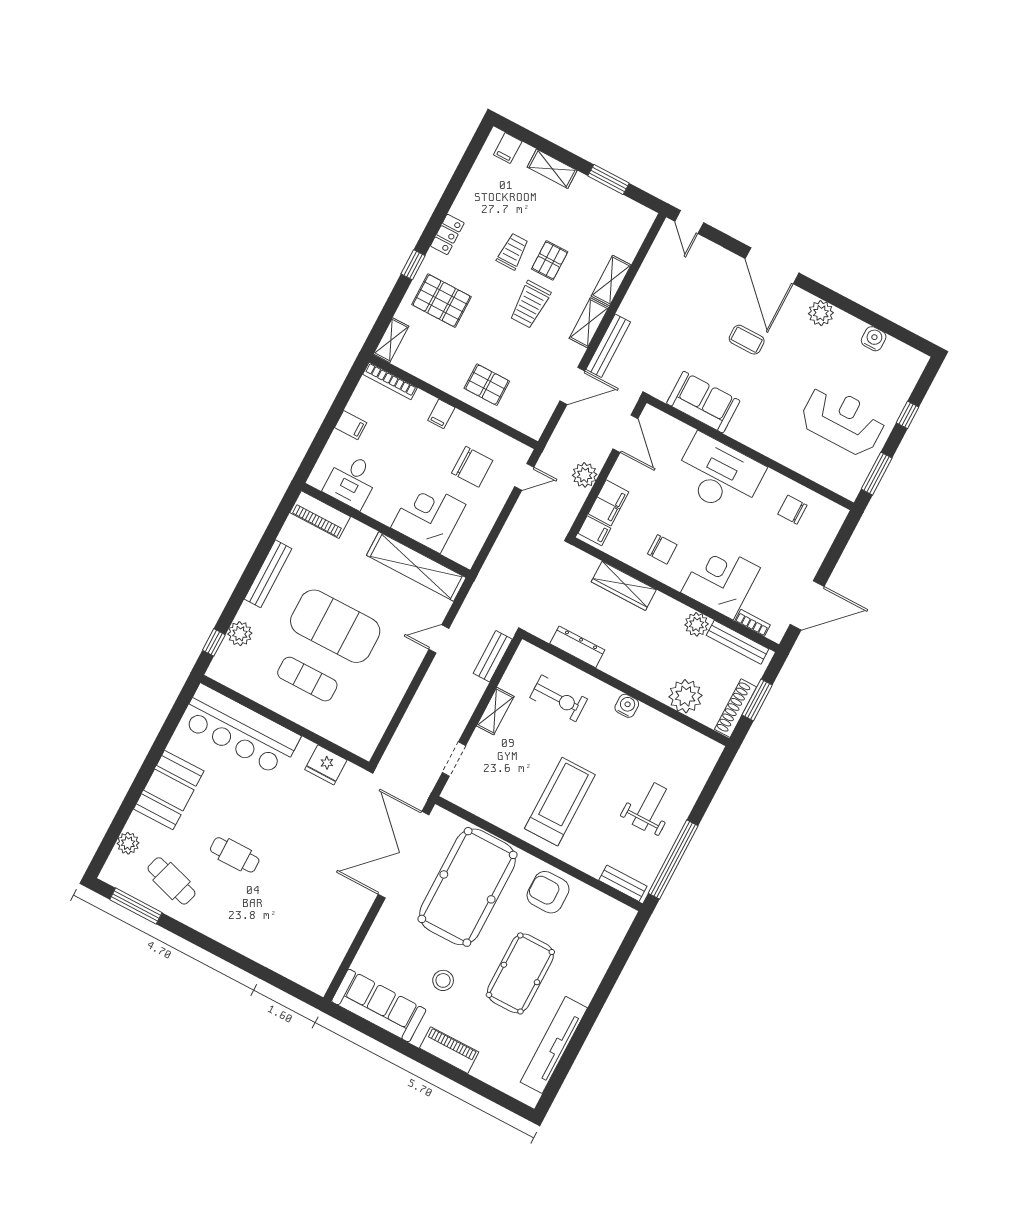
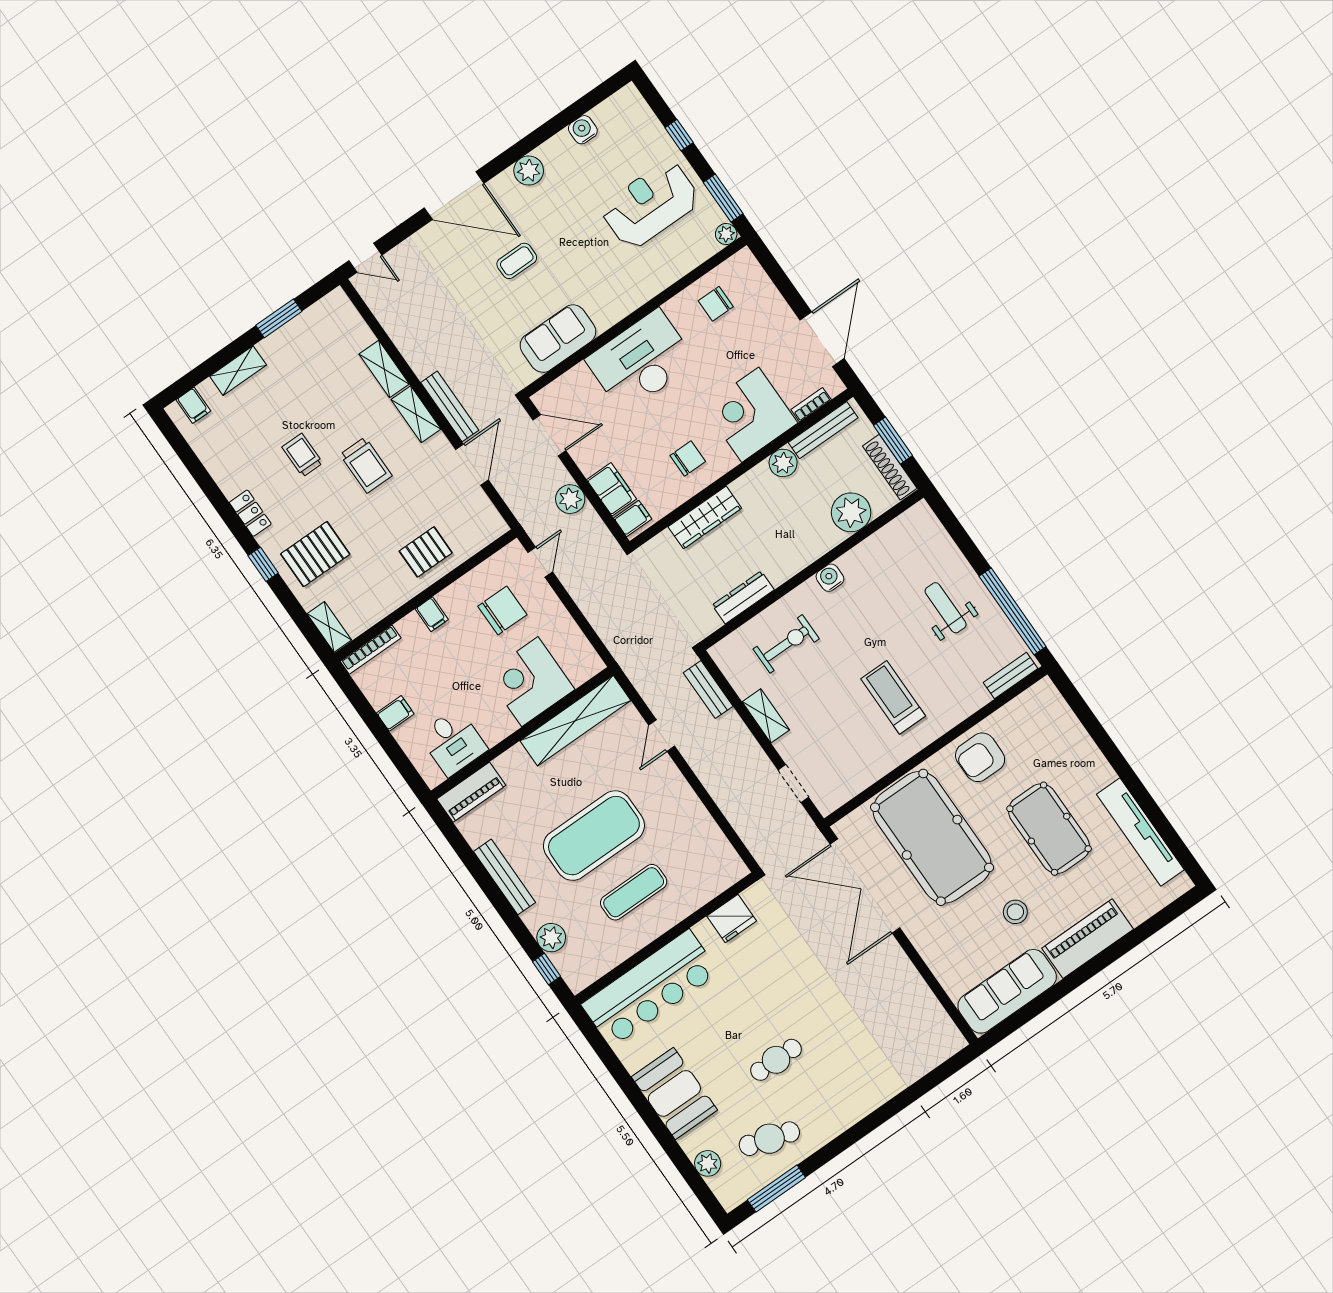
pallet: (550, 260) -> (331, 422), removed
plant: (850, 490) -> (726, 234), added
treadmill: (560, 802) -> (893, 697), width x0.73, depth x0.73
piano: (449, 1050) -> (1088, 939), width x1.37, depth x1.33

